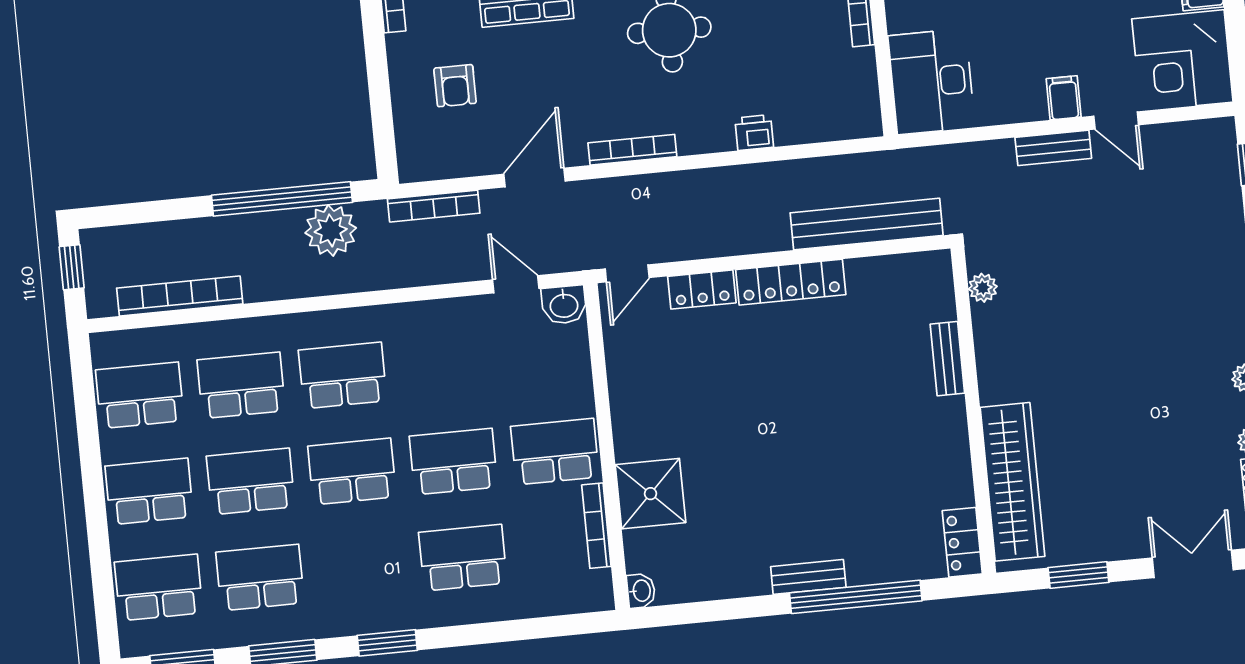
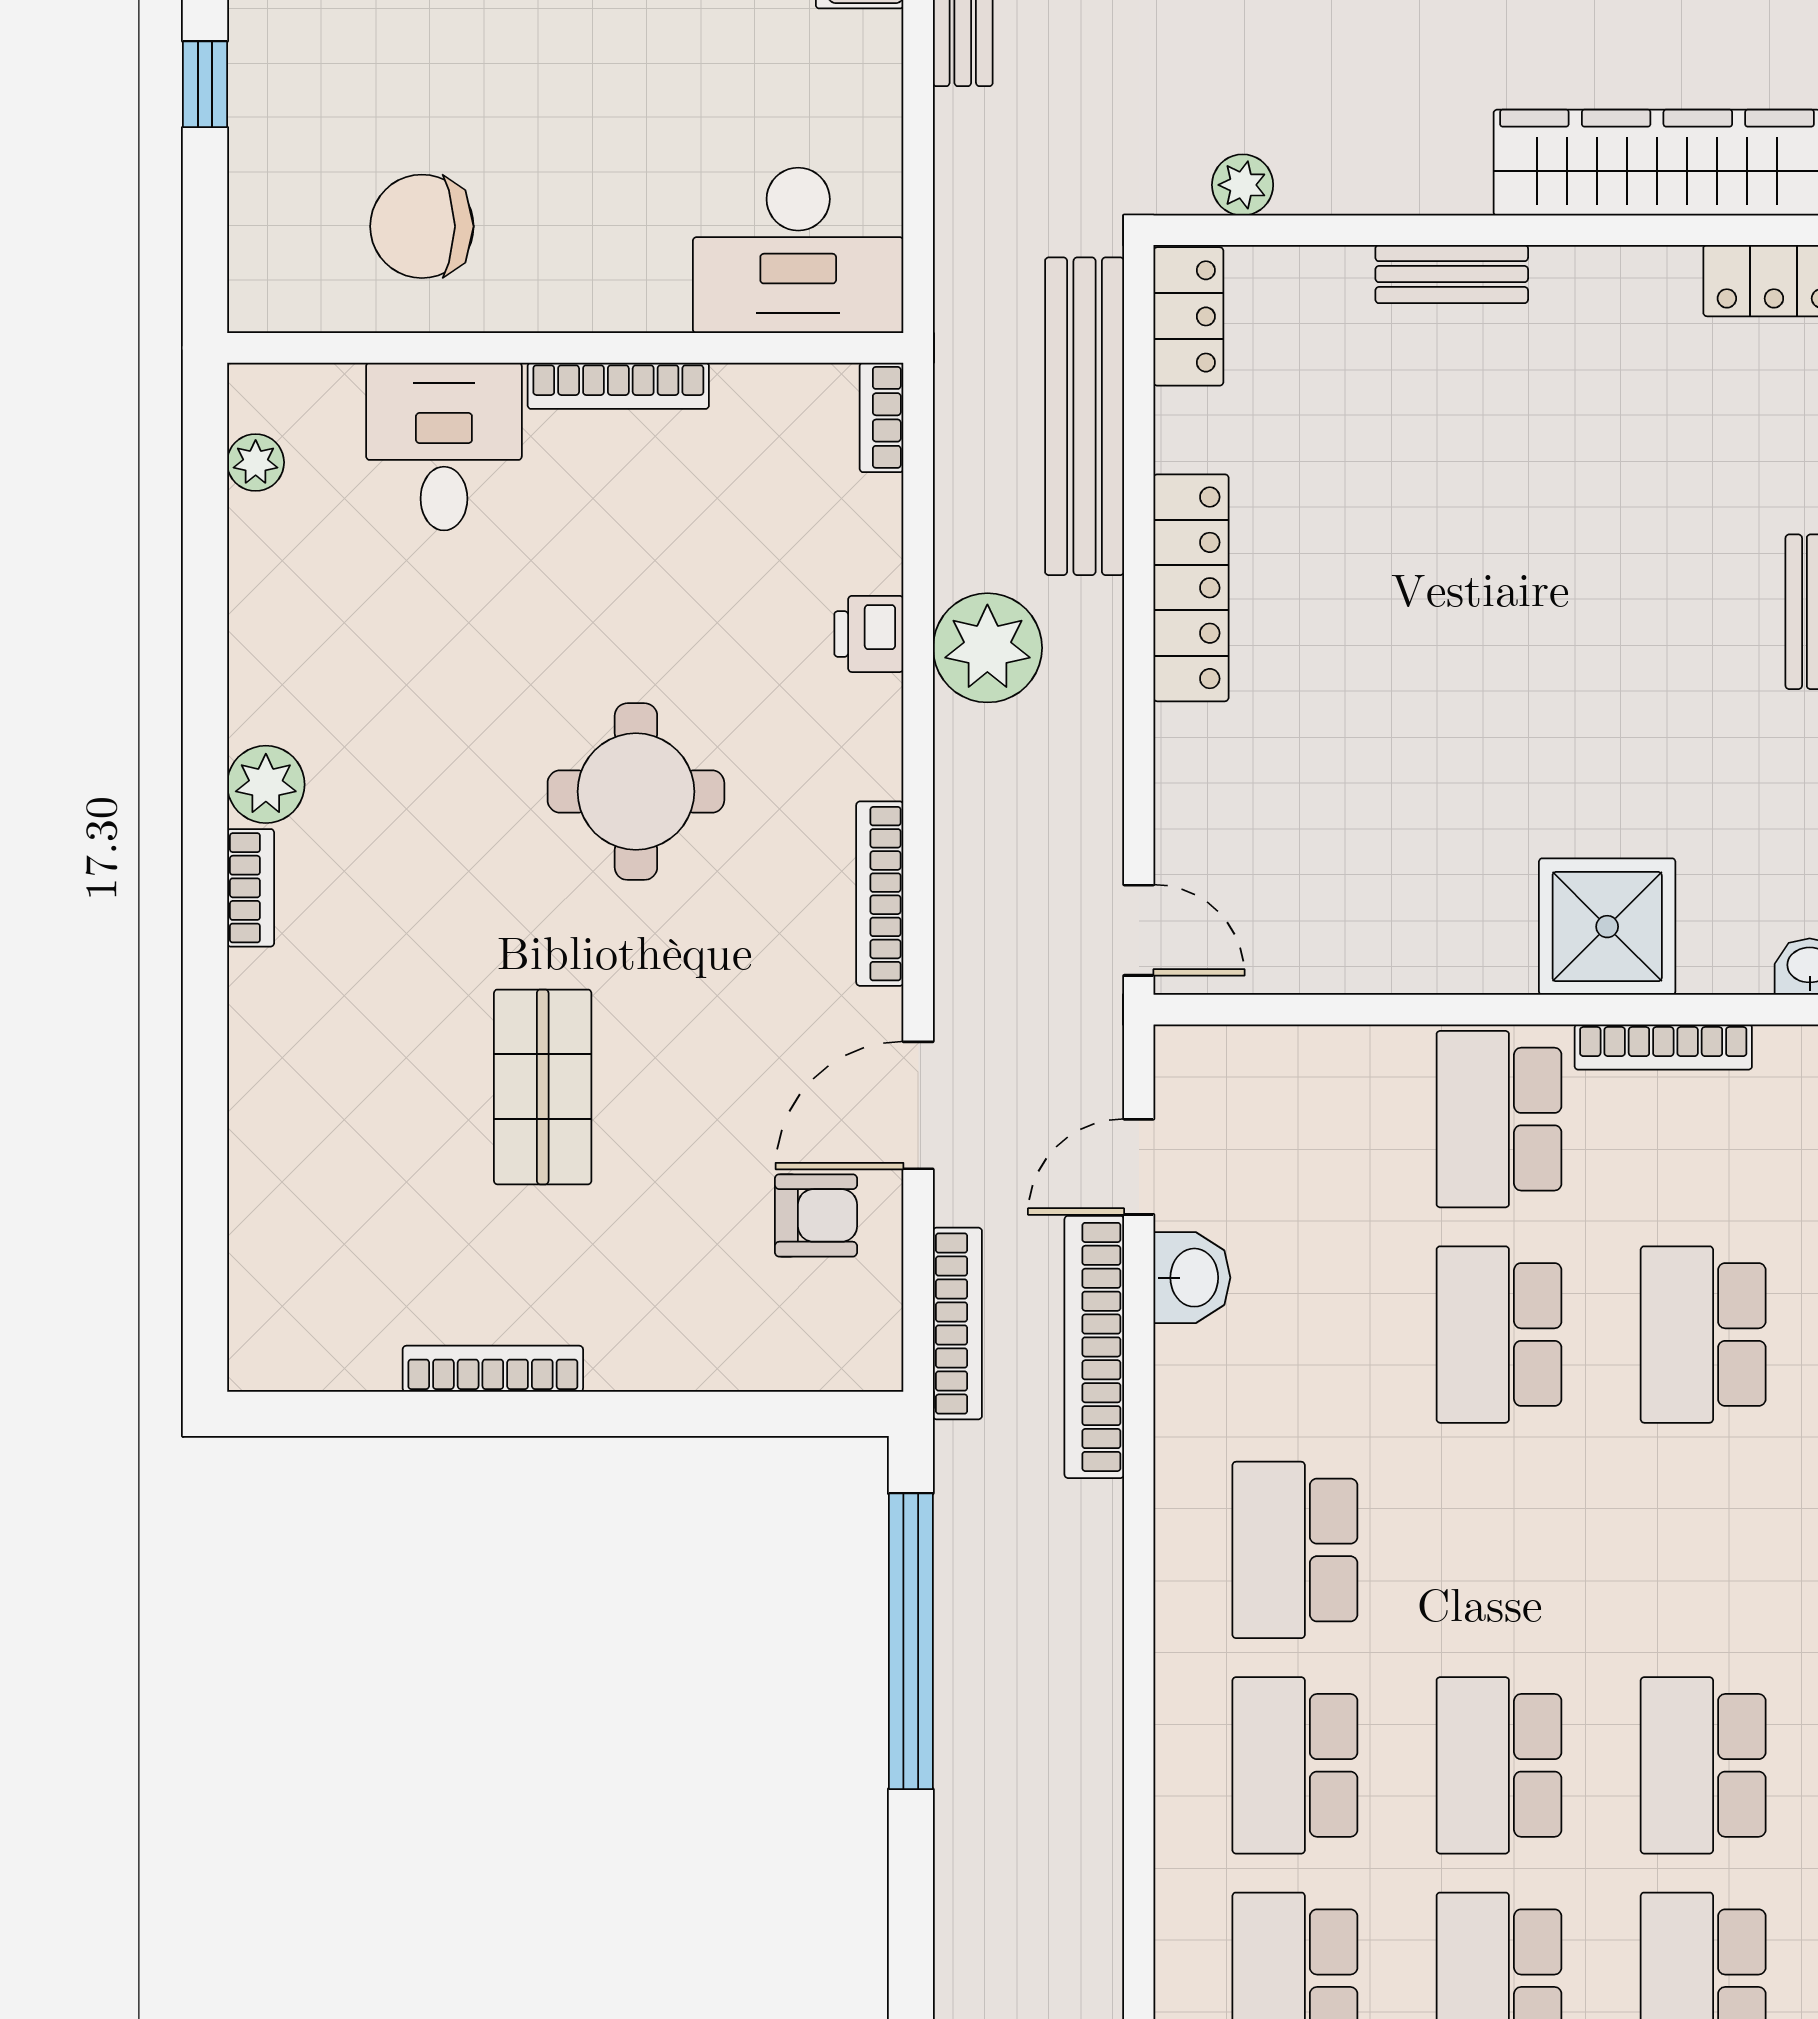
armchair: (455, 86) -> (816, 1215), moved
bookcase: (857, 129) -> (882, 417), added
door: (535, 178) -> (918, 1105), hinge flipped
plant: (331, 230) -> (987, 648), moved
locker: (702, 290) -> (1188, 316), moved
bookcase: (180, 296) -> (1094, 1347), moved
washbasin: (564, 305) -> (1192, 1278), moved
bench: (947, 359) -> (1452, 274), moved
school desk: (352, 471) -> (1499, 1550), removed

